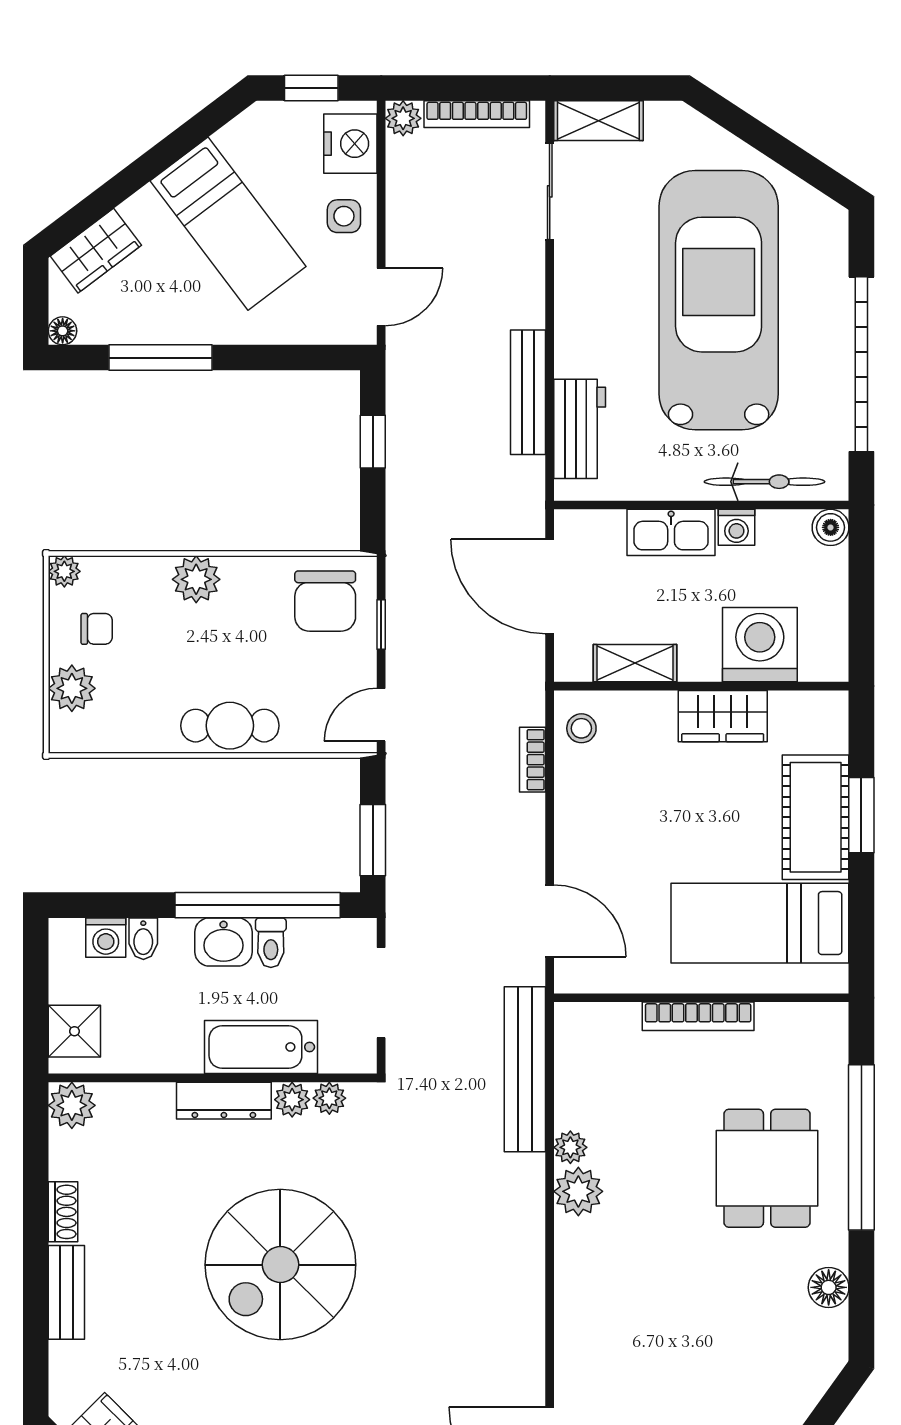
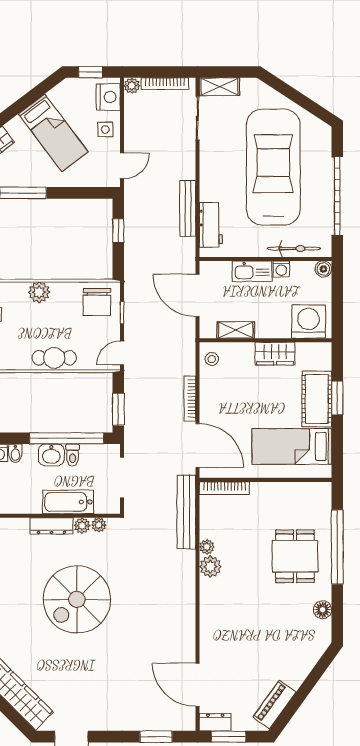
washing machine: (760, 645) -> (309, 322), moved
bookcase: (532, 760) -> (190, 399), moved, width x1.56
door: (550, 921) -> (198, 445), width x1.36
bookcase: (698, 1016) -> (224, 488), moved

